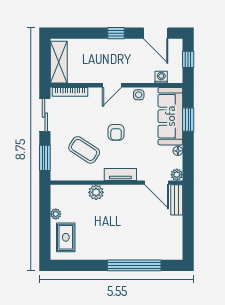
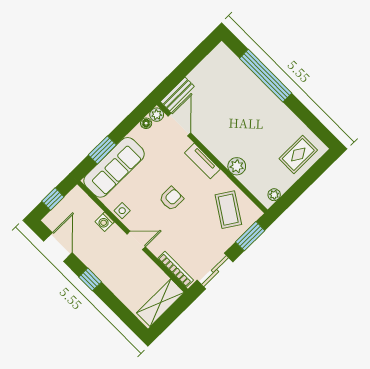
washing machine: (161, 77) -> (105, 222), moved
coffee table: (84, 150) -> (228, 210), moved
floor lamp: (178, 151) -> (146, 123), moved
plant: (56, 214) -> (274, 195), moved

